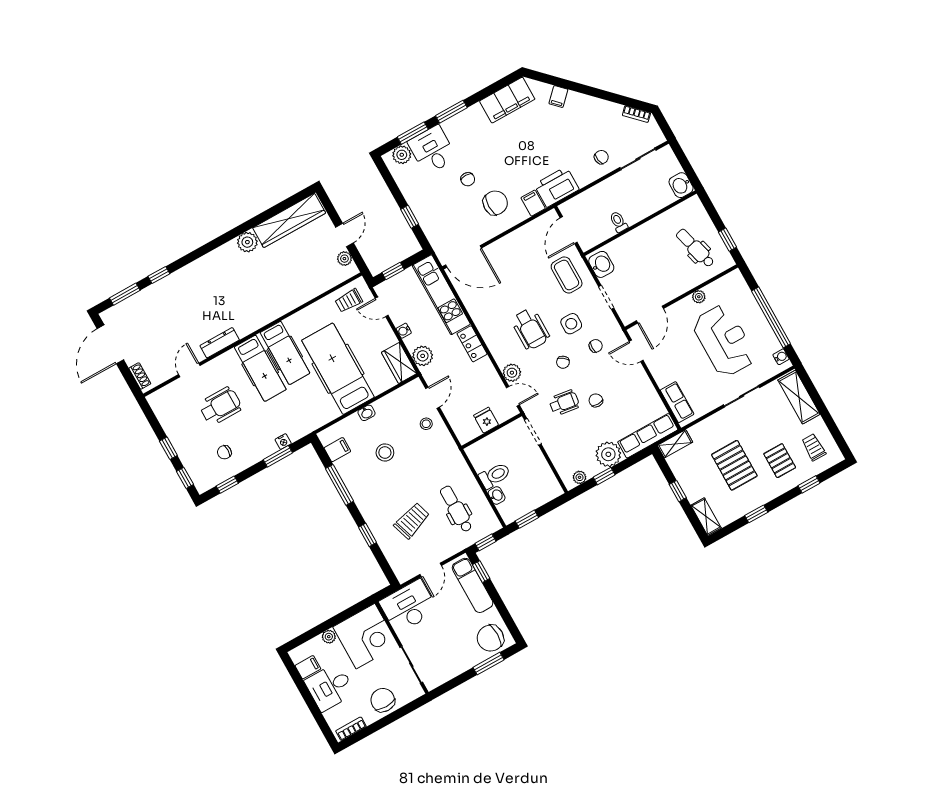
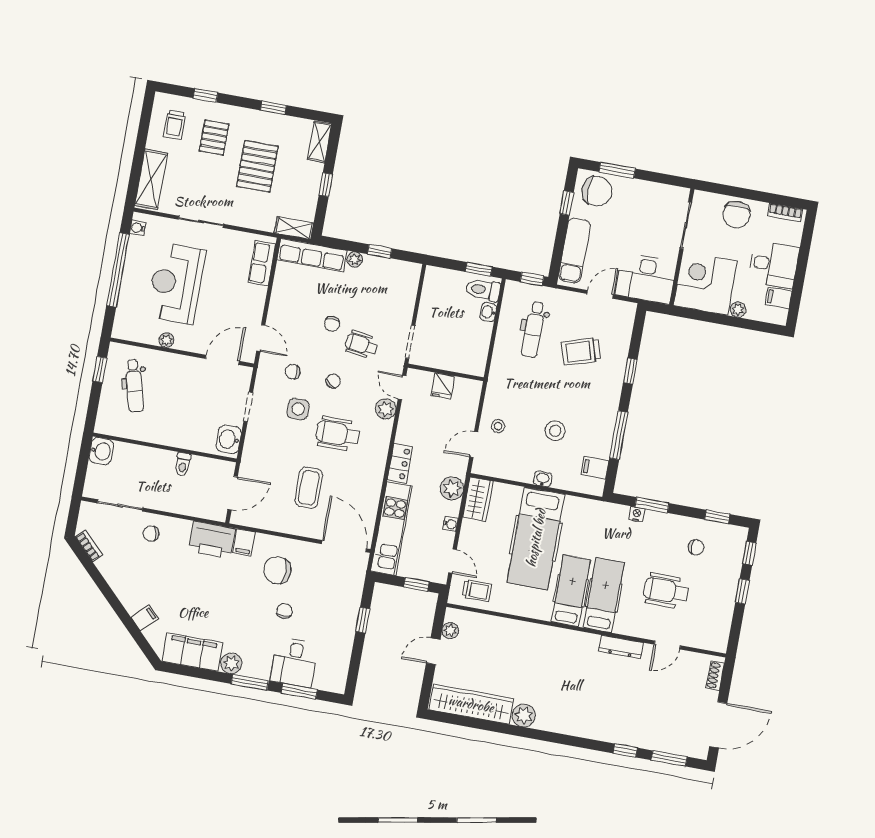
plant: (402, 155) -> (231, 663), moved
coffee table: (567, 275) -> (309, 488), moved
wheelchair: (530, 329) -> (338, 434), turned -90
plant: (608, 454) -> (355, 259), width x0.53, depth x0.53
toilet: (495, 476) -> (483, 290), moved
plant: (580, 477) -> (402, 268), removed
window: (481, 572) -> (567, 203), moved

